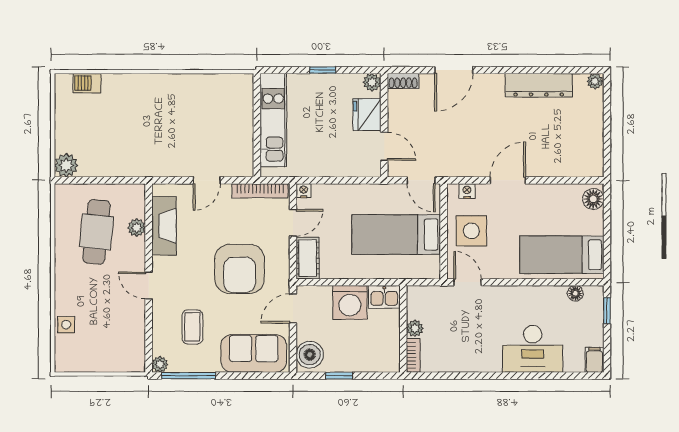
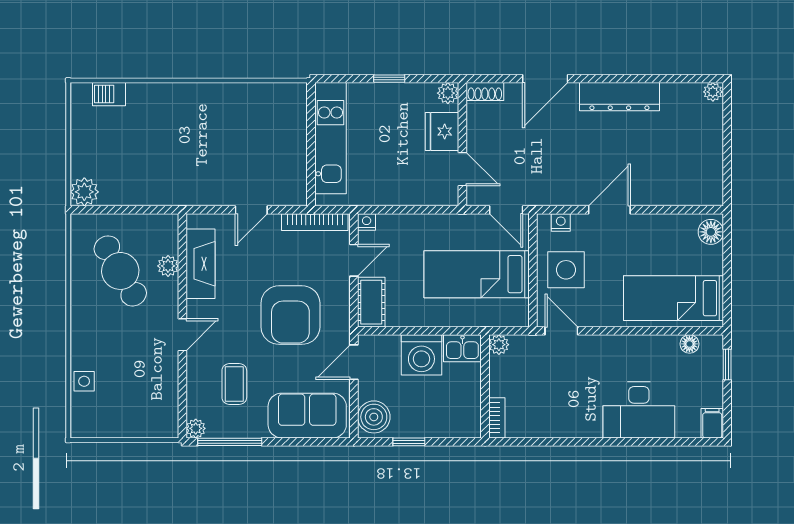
dresser: (539, 85) -> (619, 97), moved
cafe table: (96, 232) -> (120, 271), turned -36
door: (149, 285) -> (182, 335), swing flipped
plant: (415, 328) -> (499, 345), moved

